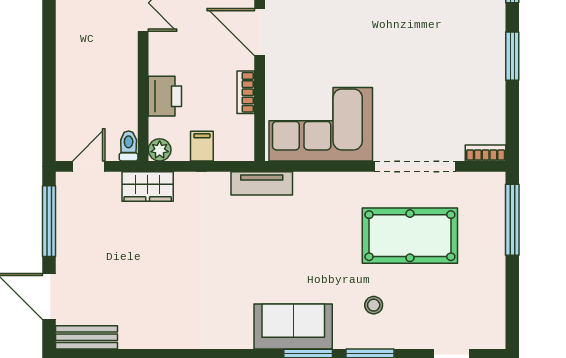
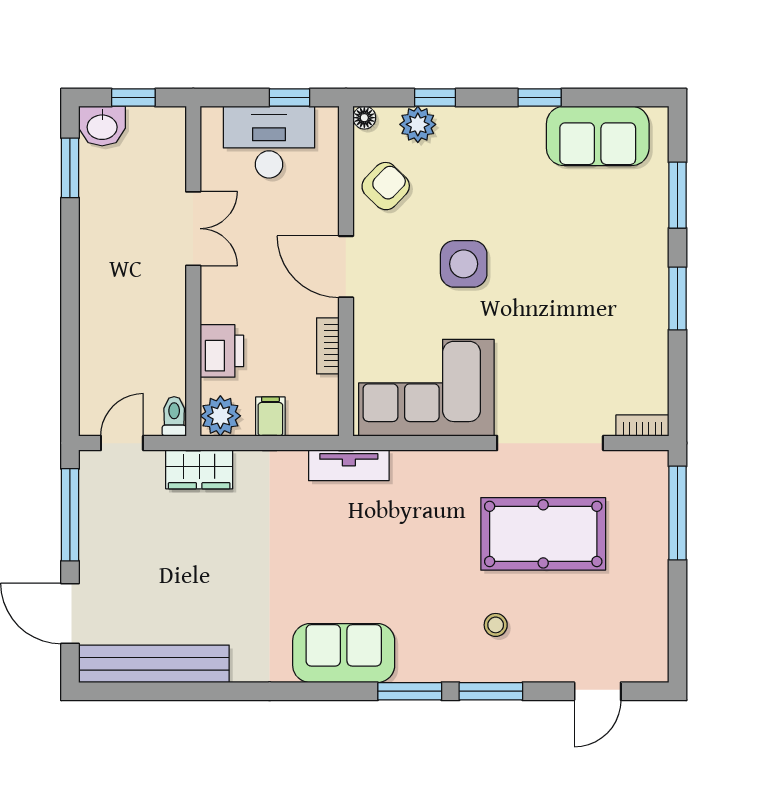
side table: (349, 30) -> (464, 264), added
plant: (160, 150) -> (220, 416), width x1.38, depth x1.38
sofa: (293, 327) -> (344, 653), moved
bench: (87, 337) -> (154, 664), width x1.86, depth x1.21

